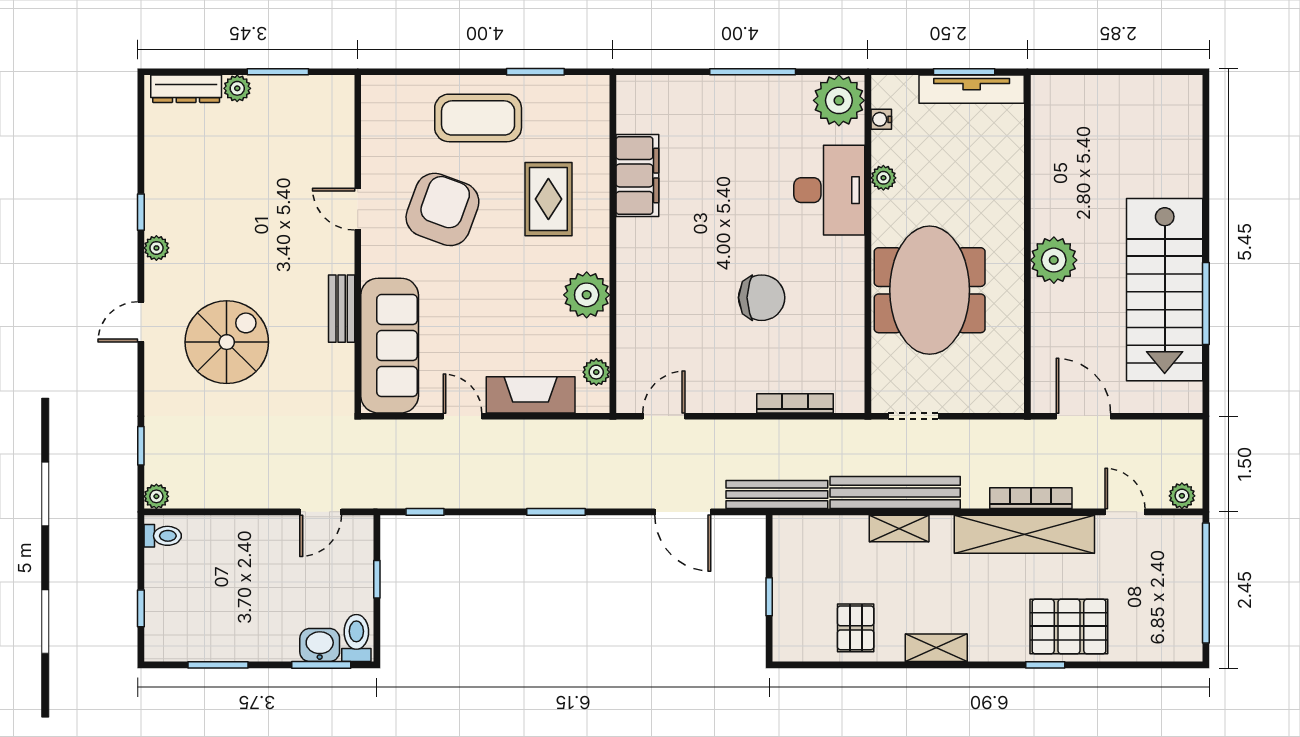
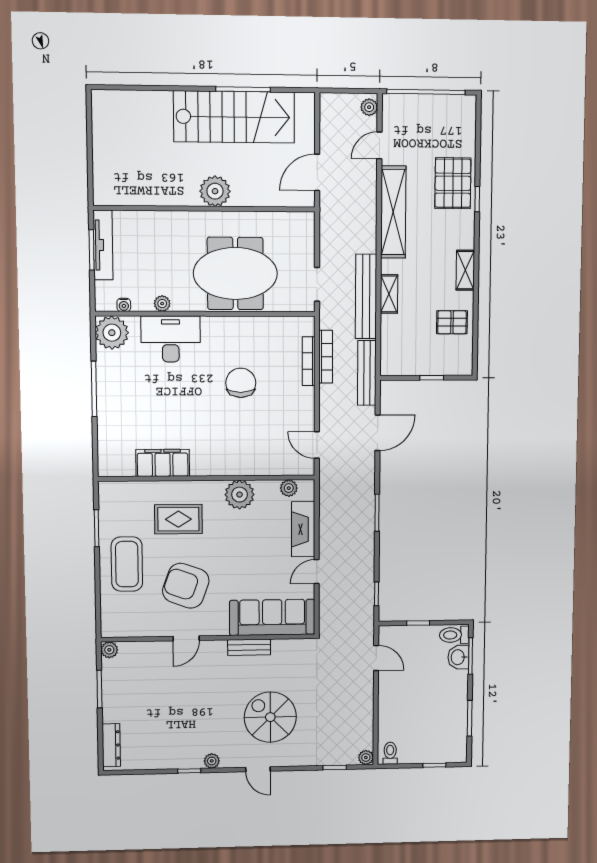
plant: (237, 88) -> (109, 650), moved
bookcase: (1031, 498) -> (326, 357), moved, turned 180

